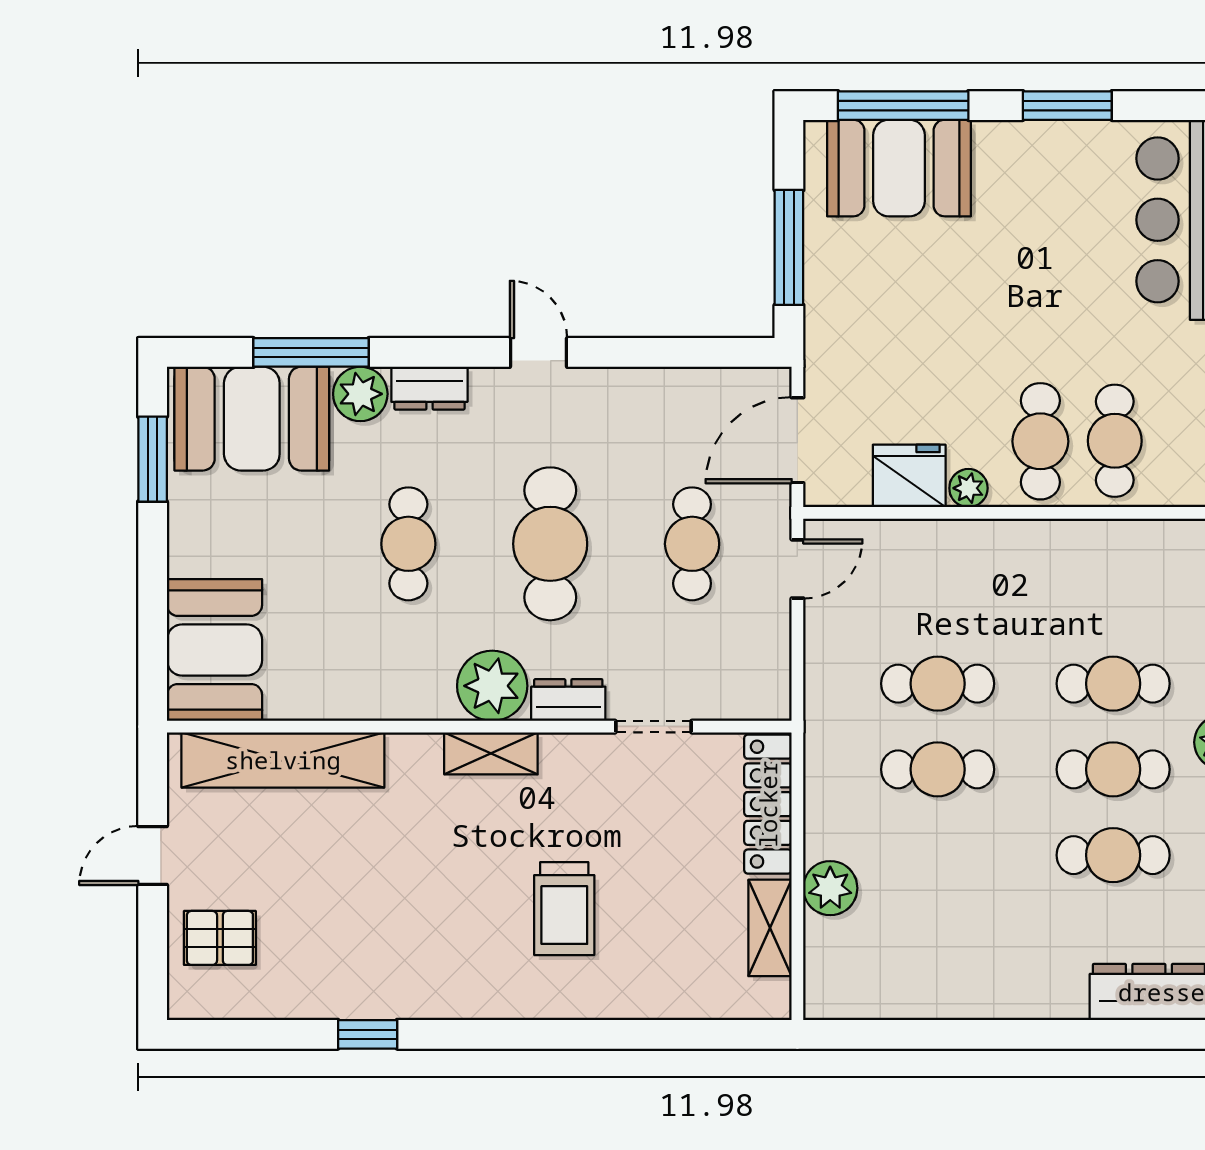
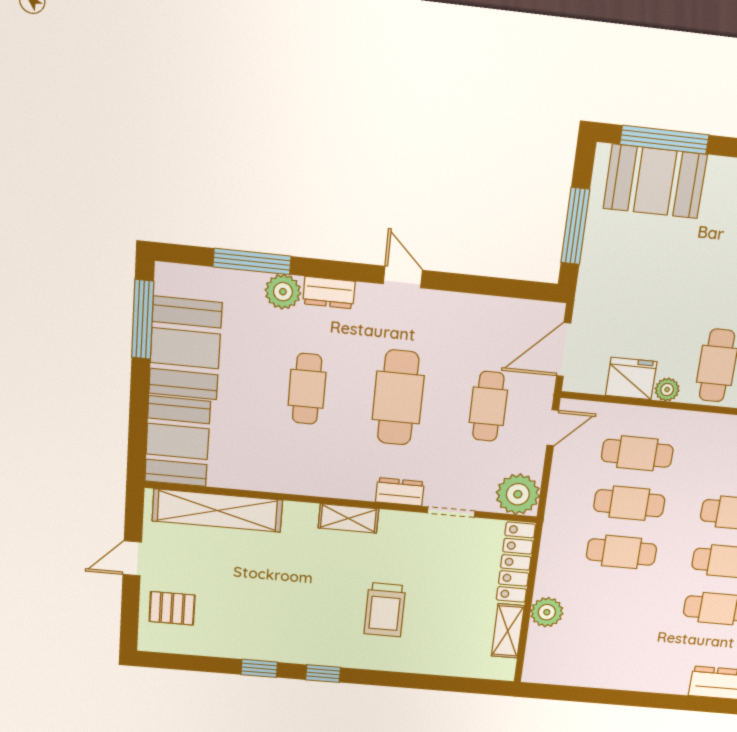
booth: (252, 419) -> (185, 348), moved, turned 90
window: (153, 459) -> (143, 319), width x1.44
cafe table: (938, 598) -> (637, 453), added
plant: (492, 686) -> (518, 494), moved
window: (473, 1034) -> (323, 674), added

